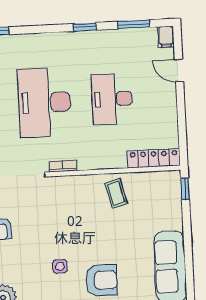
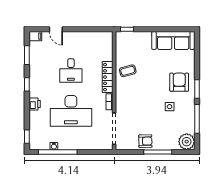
printer: (53, 41) -> (35, 104), added
door: (179, 71) -> (56, 29), hinge flipped
desk: (112, 99) -> (71, 70), width x0.73
locker: (154, 158) -> (108, 77), moved

